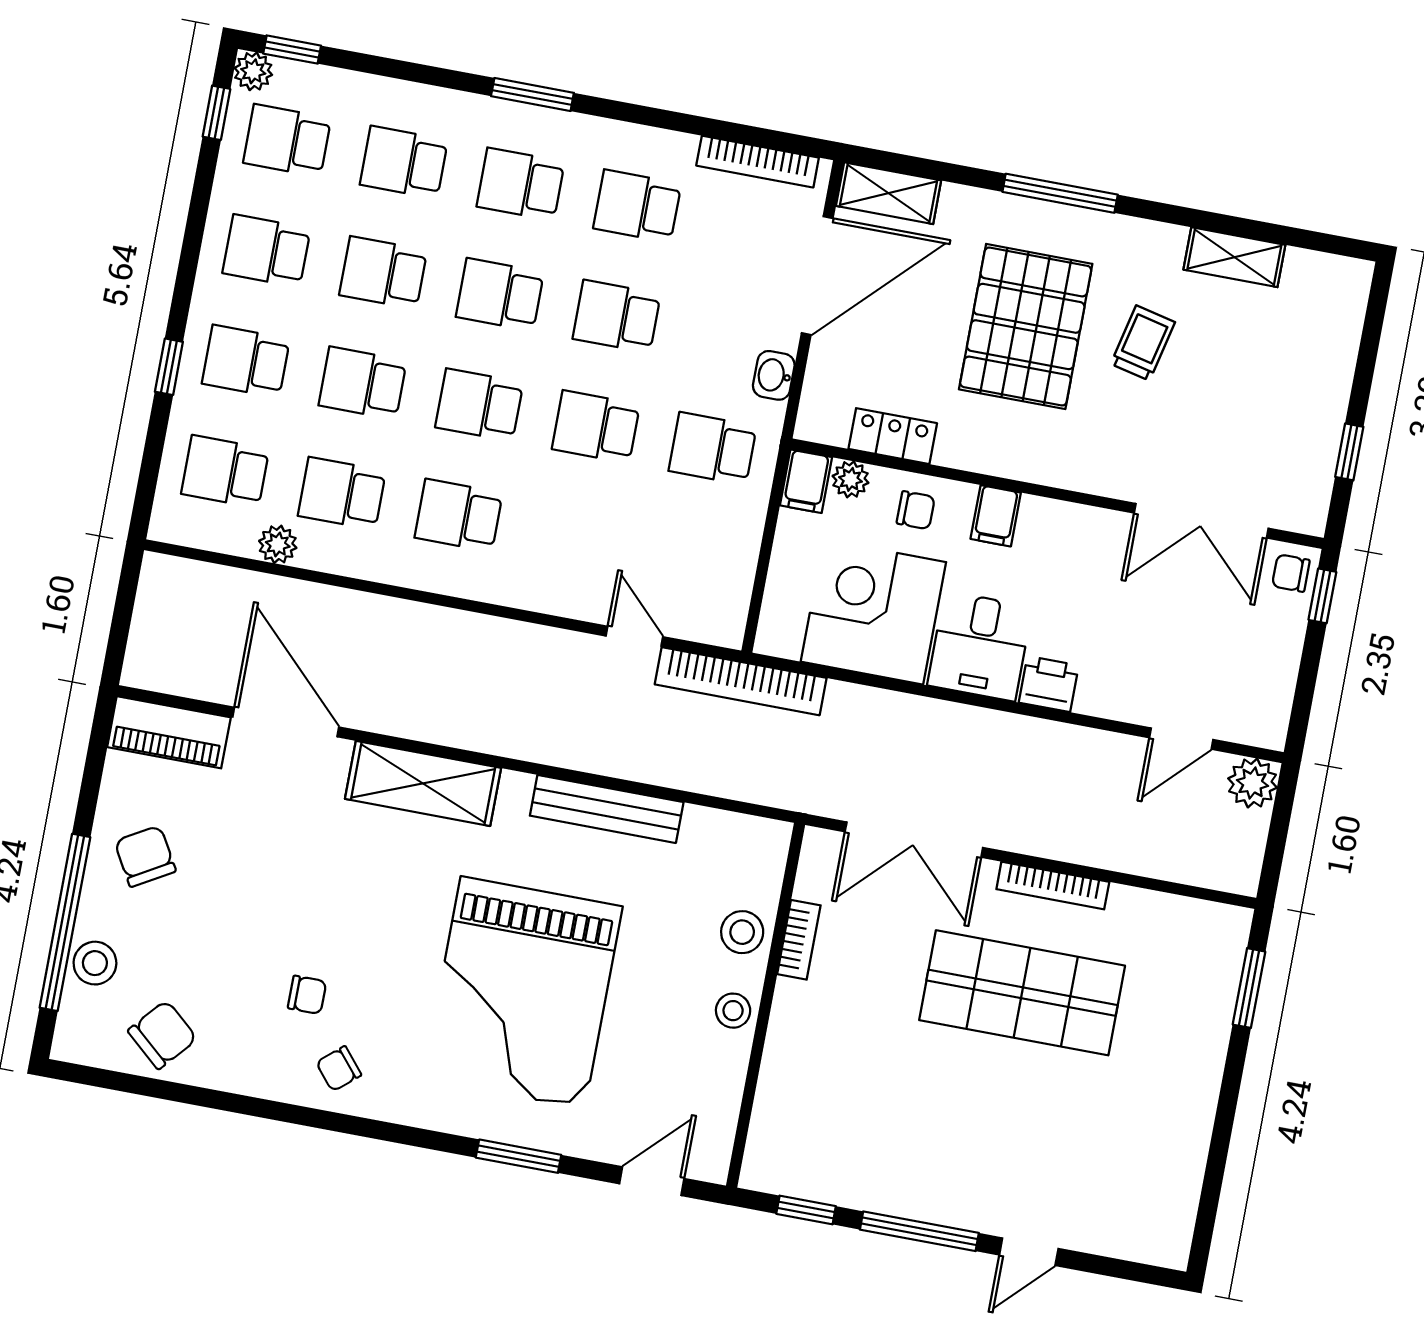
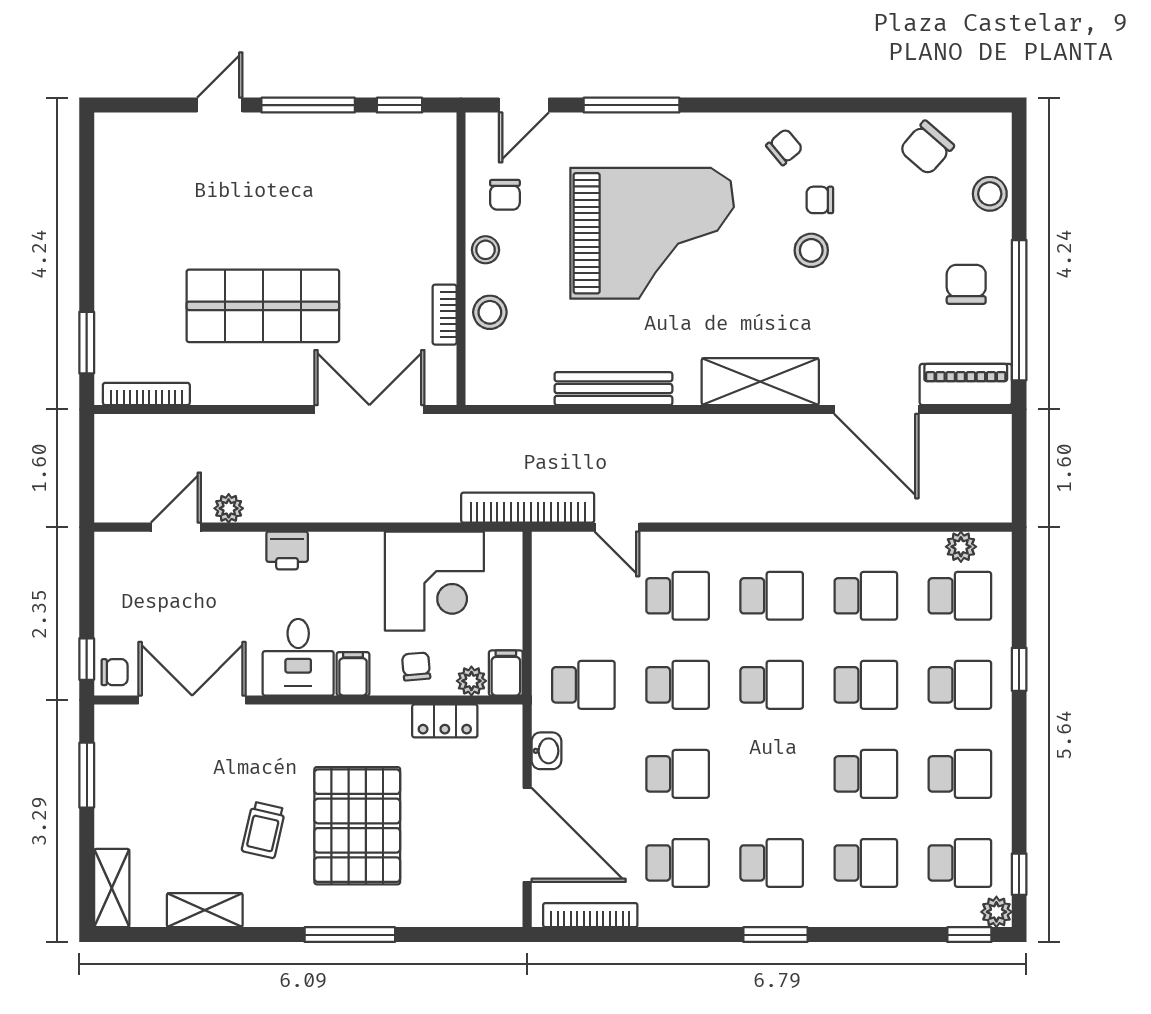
shelving: (889, 193) -> (112, 888), moved, turned 90
door: (817, 276) -> (527, 835), swing flipped
school desk: (500, 295) -> (678, 596), moved
window: (1349, 452) -> (87, 775), width x1.50
chair: (916, 510) -> (416, 666), turned 85
plant: (278, 544) -> (961, 547), moved
desk: (980, 646) -> (298, 657), moved, turned 180
plant: (1253, 783) -> (229, 508), moved, width x0.73, depth x0.73
chair: (145, 856) -> (966, 284), turned -150
bookcase: (1053, 886) -> (146, 394), moved
window: (65, 922) -> (1019, 310), moved
stool: (329, 934) -> (811, 250), added
grand piano: (523, 992) -> (652, 233), turned 90
chair: (696, 1074) -> (505, 195), added
window: (519, 1156) -> (631, 105), width x1.44

